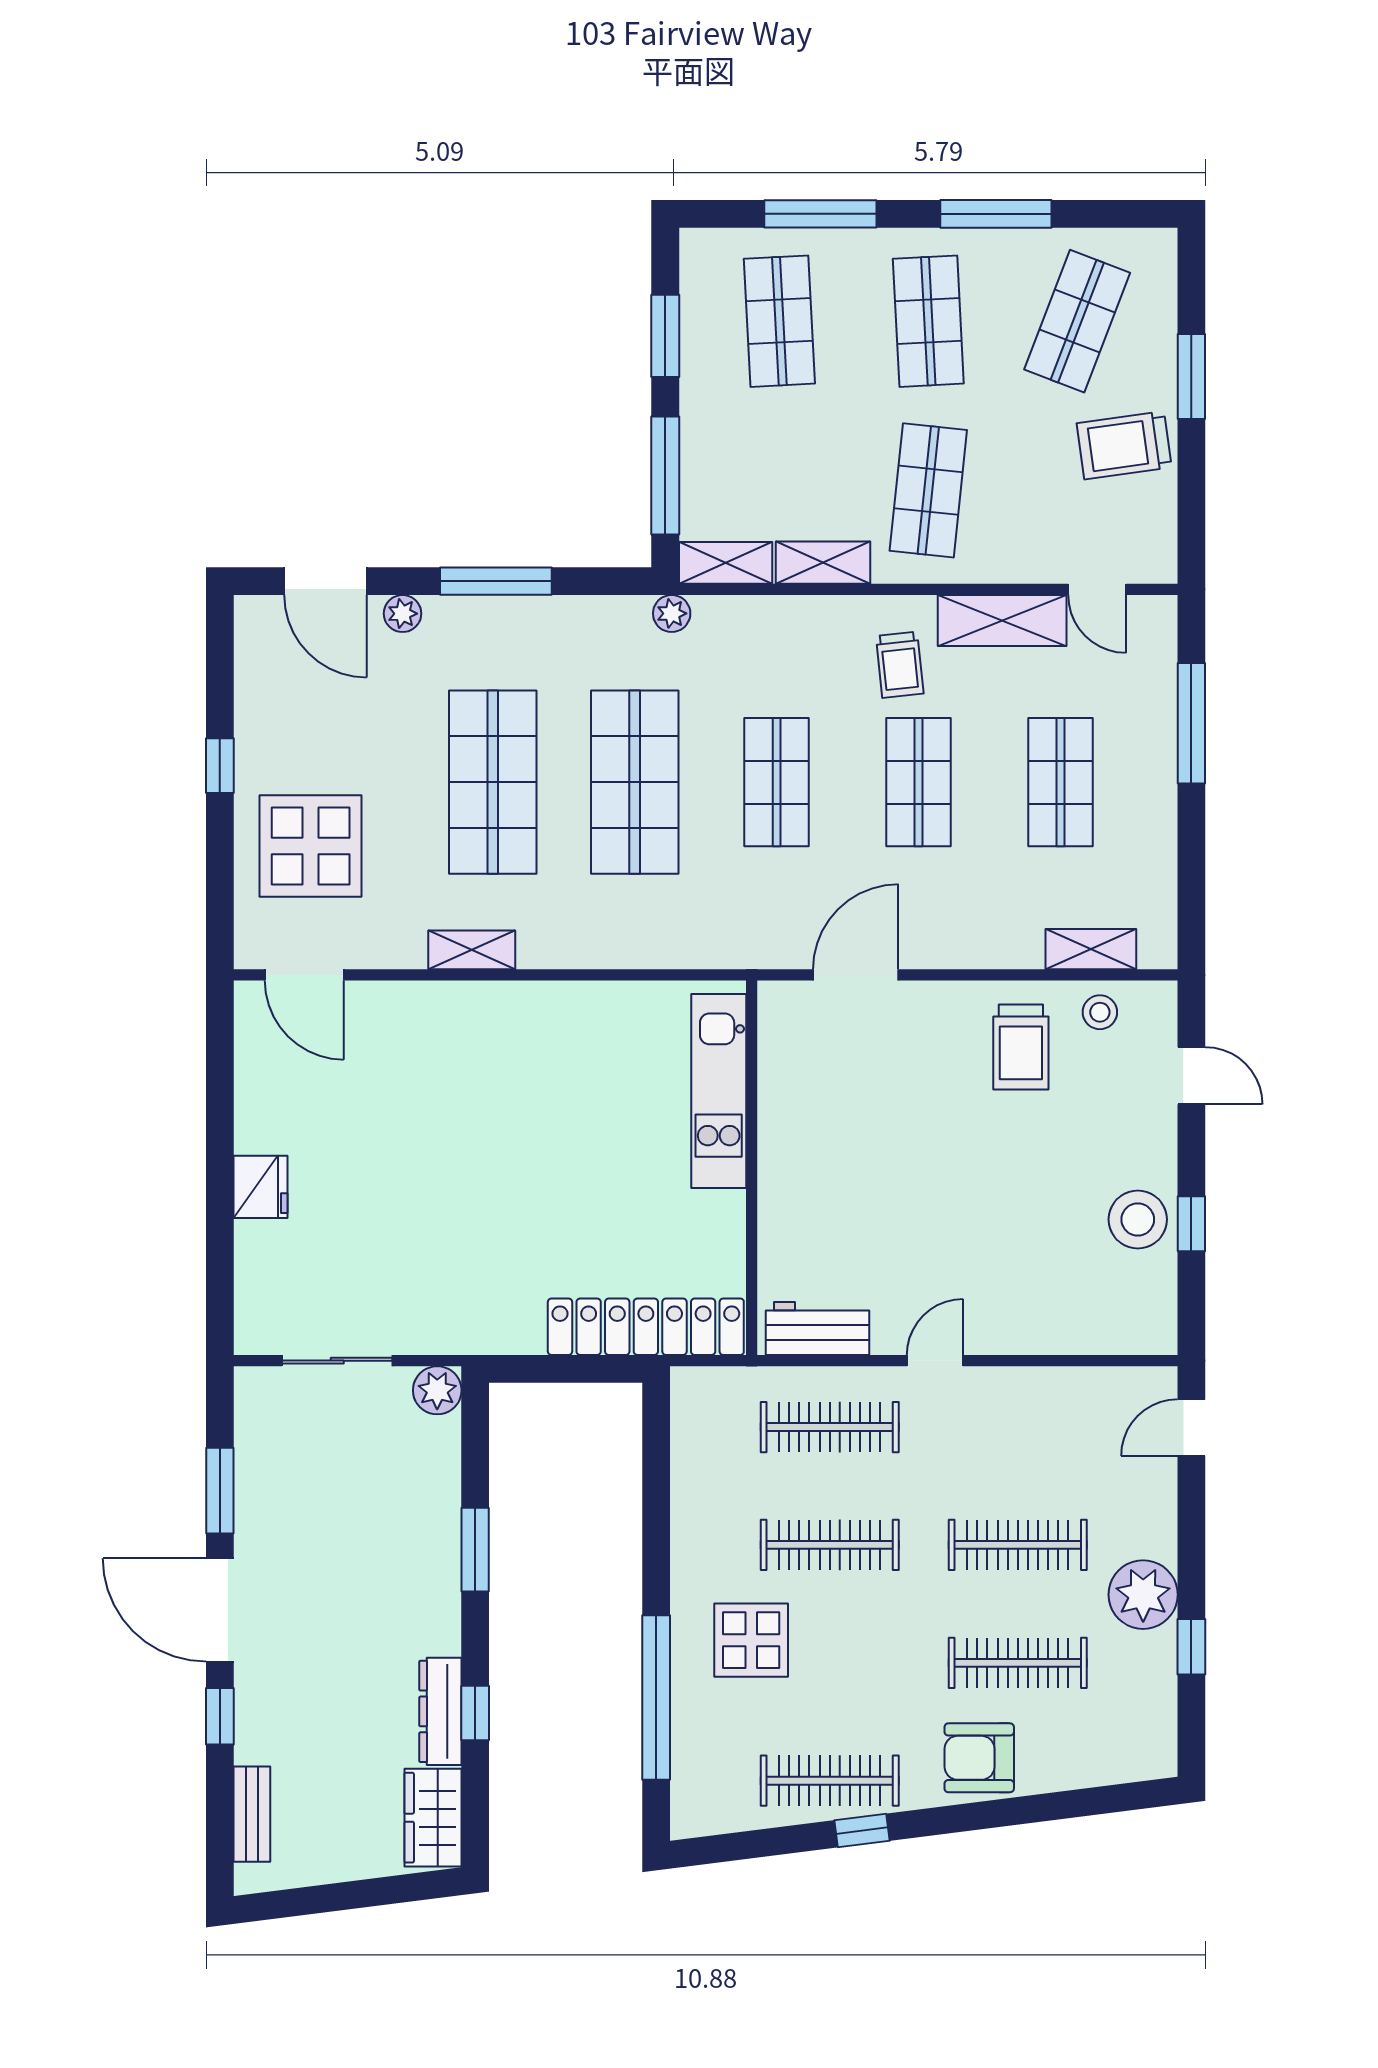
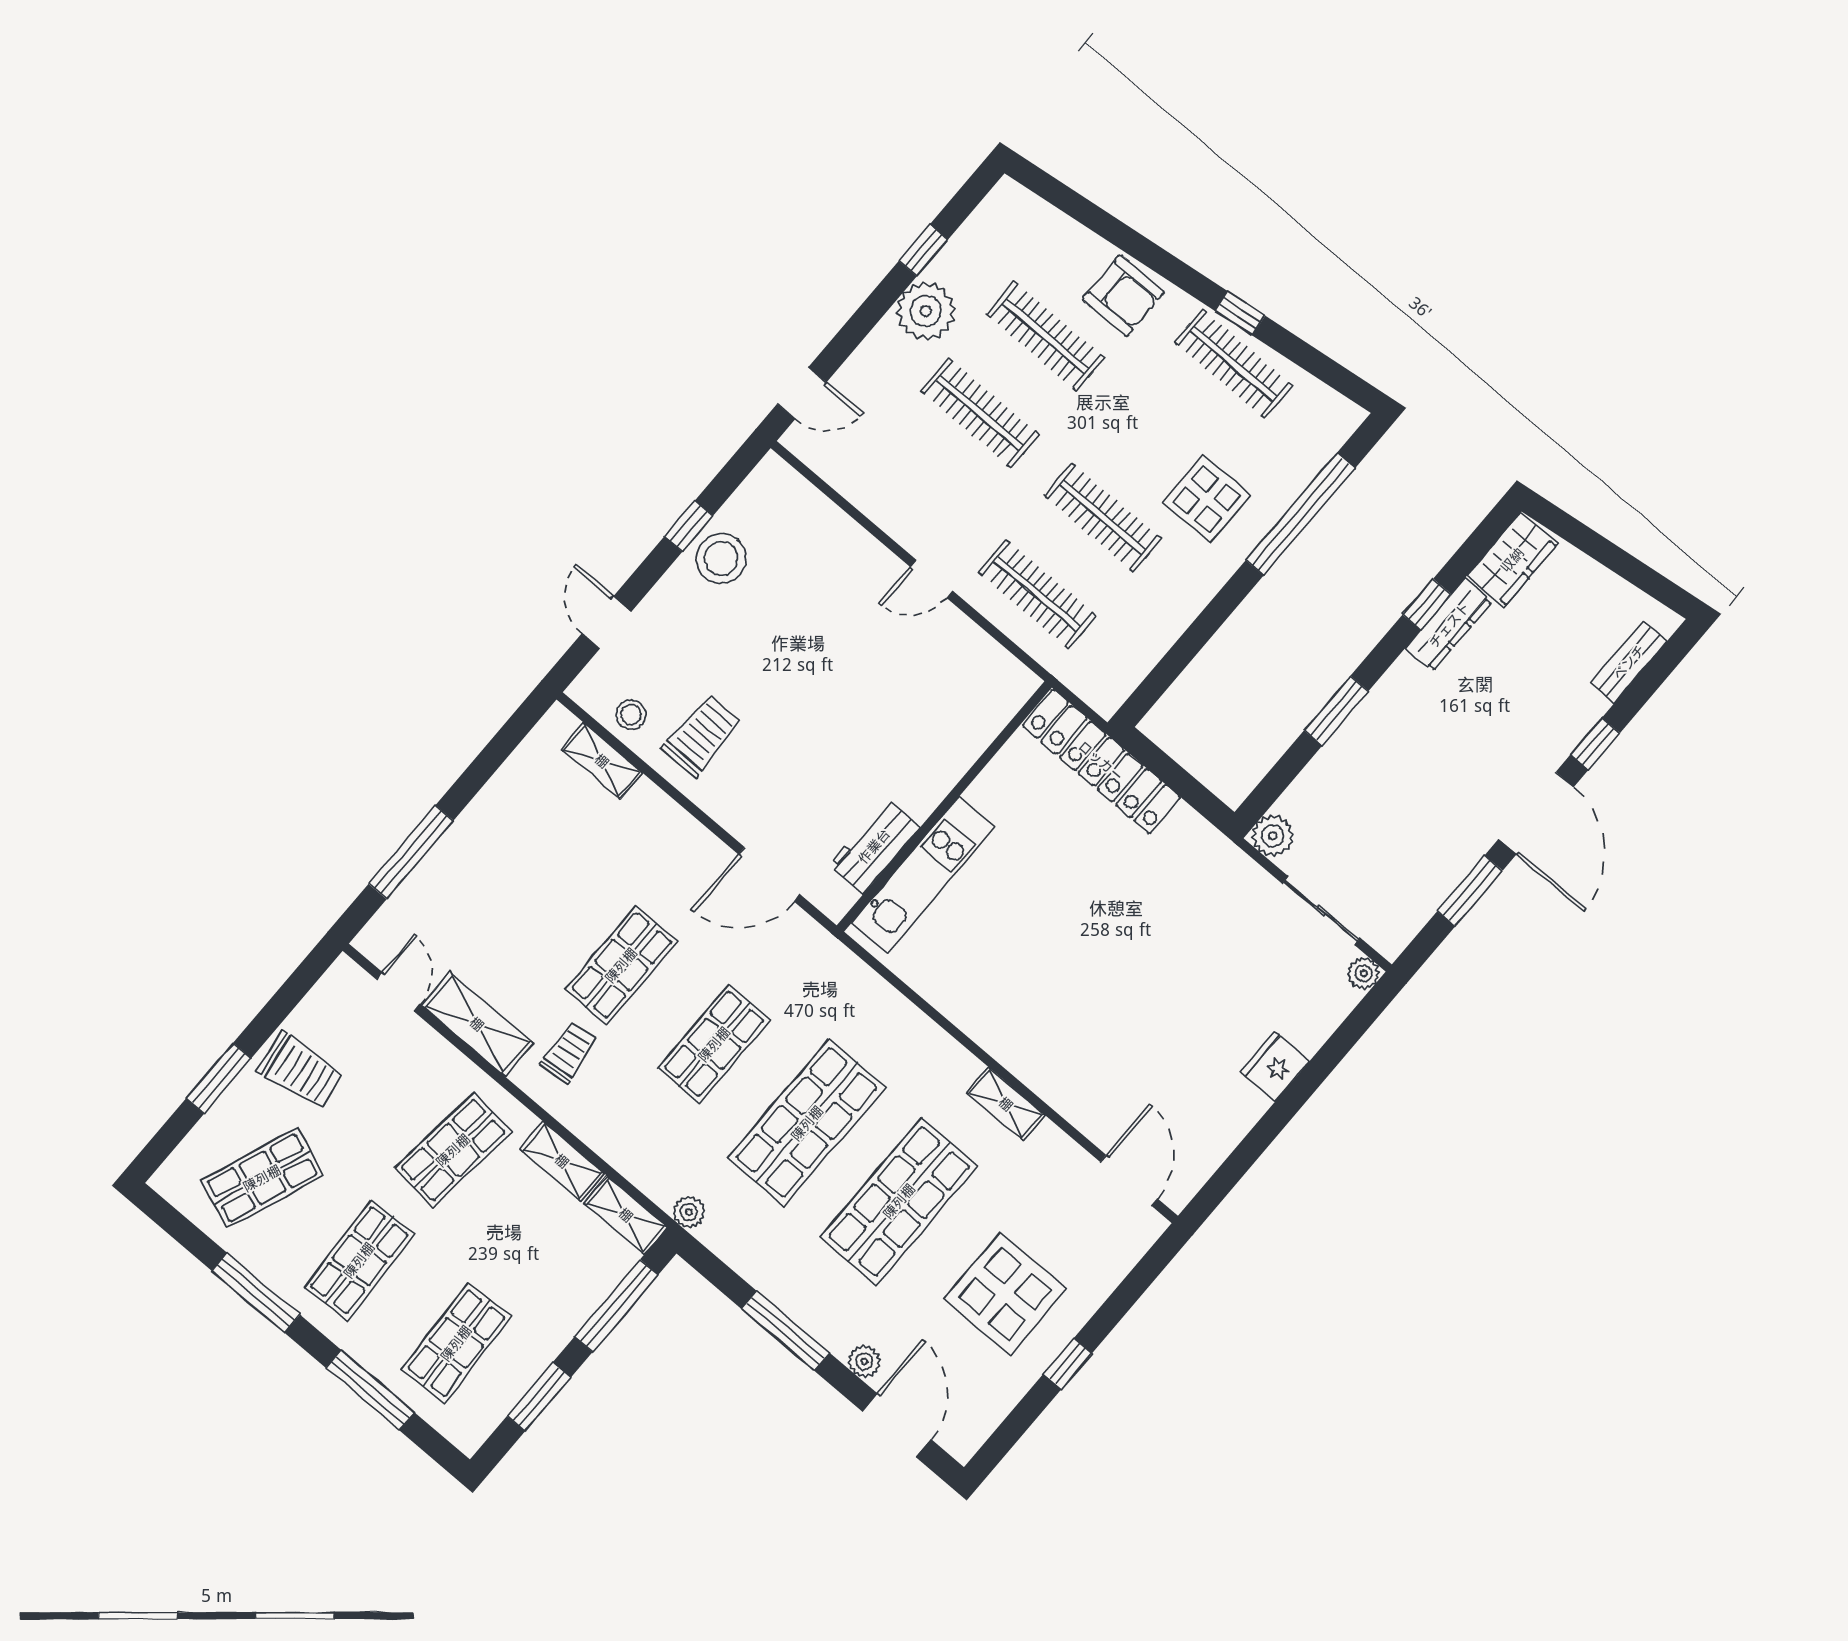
shop shelf: (1060, 782) -> (529, 886), removed
display table: (311, 846) -> (1005, 1294), moved
workbench: (818, 1328) -> (874, 846), moved, turned 90
plant: (252, 1337) -> (1364, 973), added

